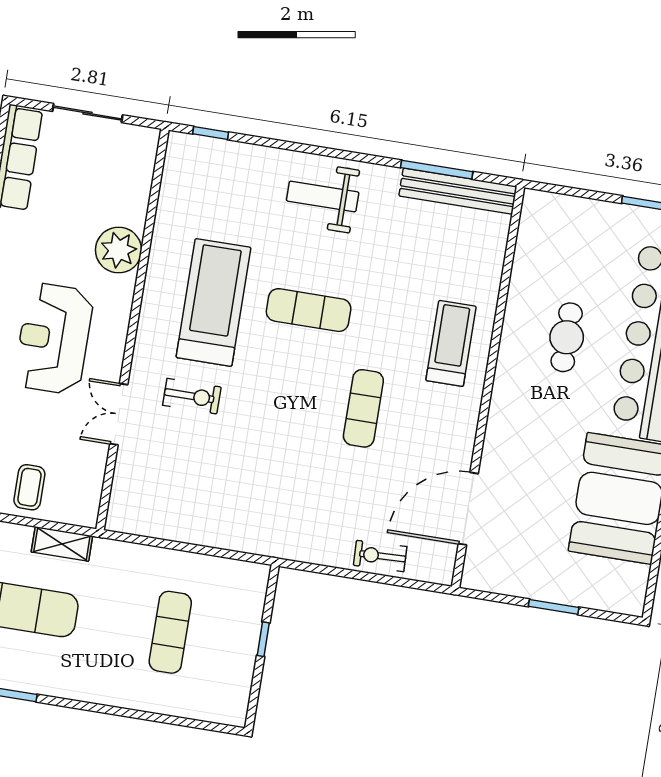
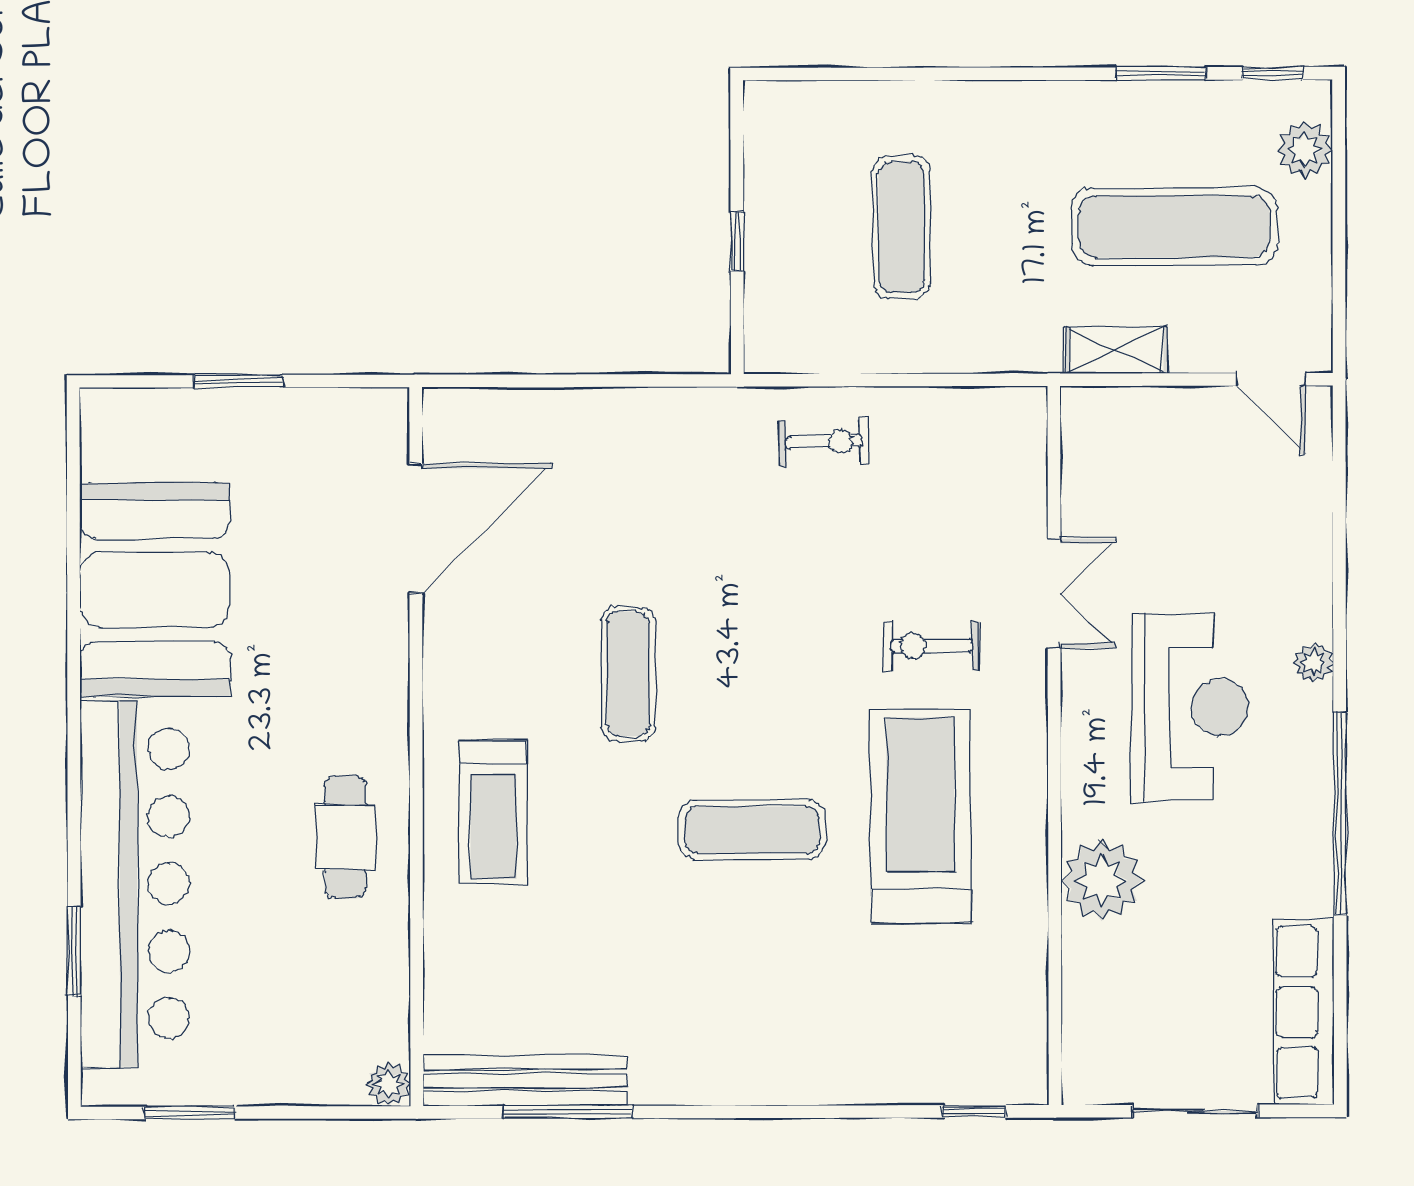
weight bench: (323, 196) -> (760, 1033), removed
plant: (534, 202) -> (388, 1084), added
treadmill: (214, 302) -> (920, 816), turned 180
cafe table: (567, 337) -> (345, 837), moved
coffee table: (29, 487) -> (1189, 440), removed
exercise bike: (380, 556) -> (824, 442), moved

